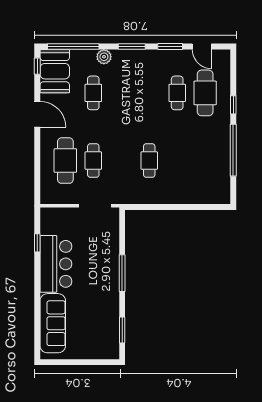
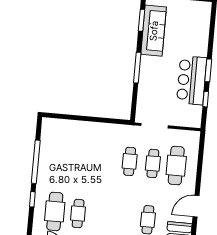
door: (37, 114) -> (196, 206), hinge flipped
cafe table: (149, 161) -> (130, 161), moved
window: (37, 277) -> (208, 70), added
sofa: (53, 323) -> (154, 31), moved, turned 180

